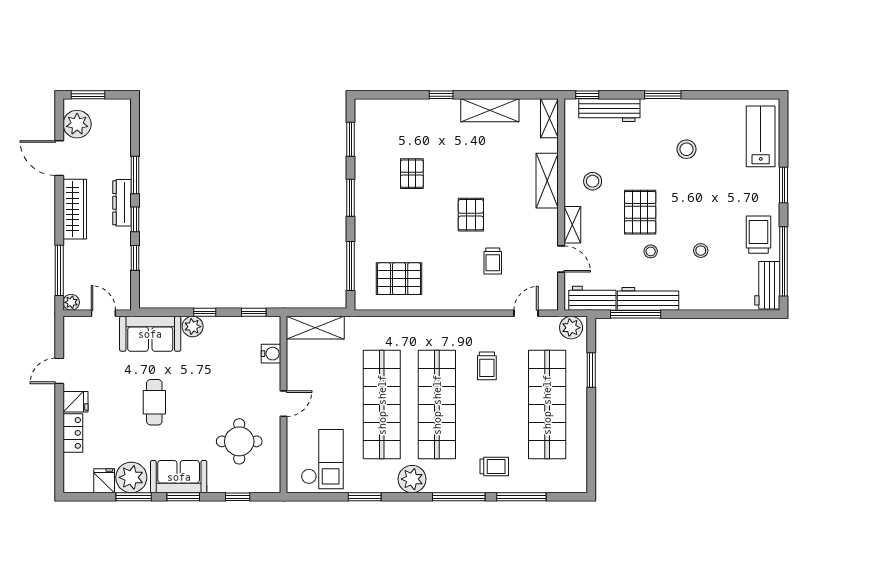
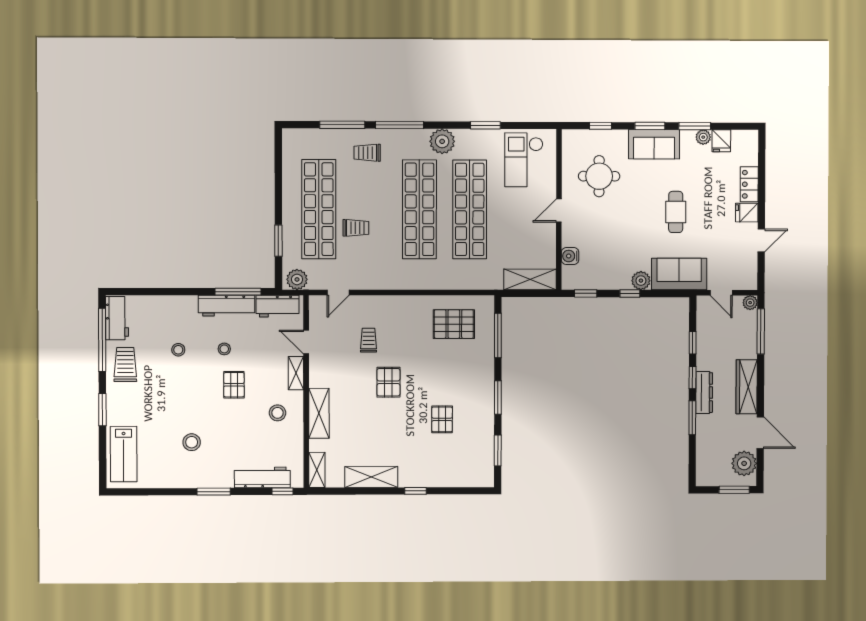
pallet: (640, 212) -> (234, 385), width x0.67, depth x0.71
trolley: (758, 235) -> (125, 364), turned 180
trolley: (487, 366) -> (356, 228), moved, turned 90
plant: (131, 477) -> (703, 137), width x0.53, depth x0.53

